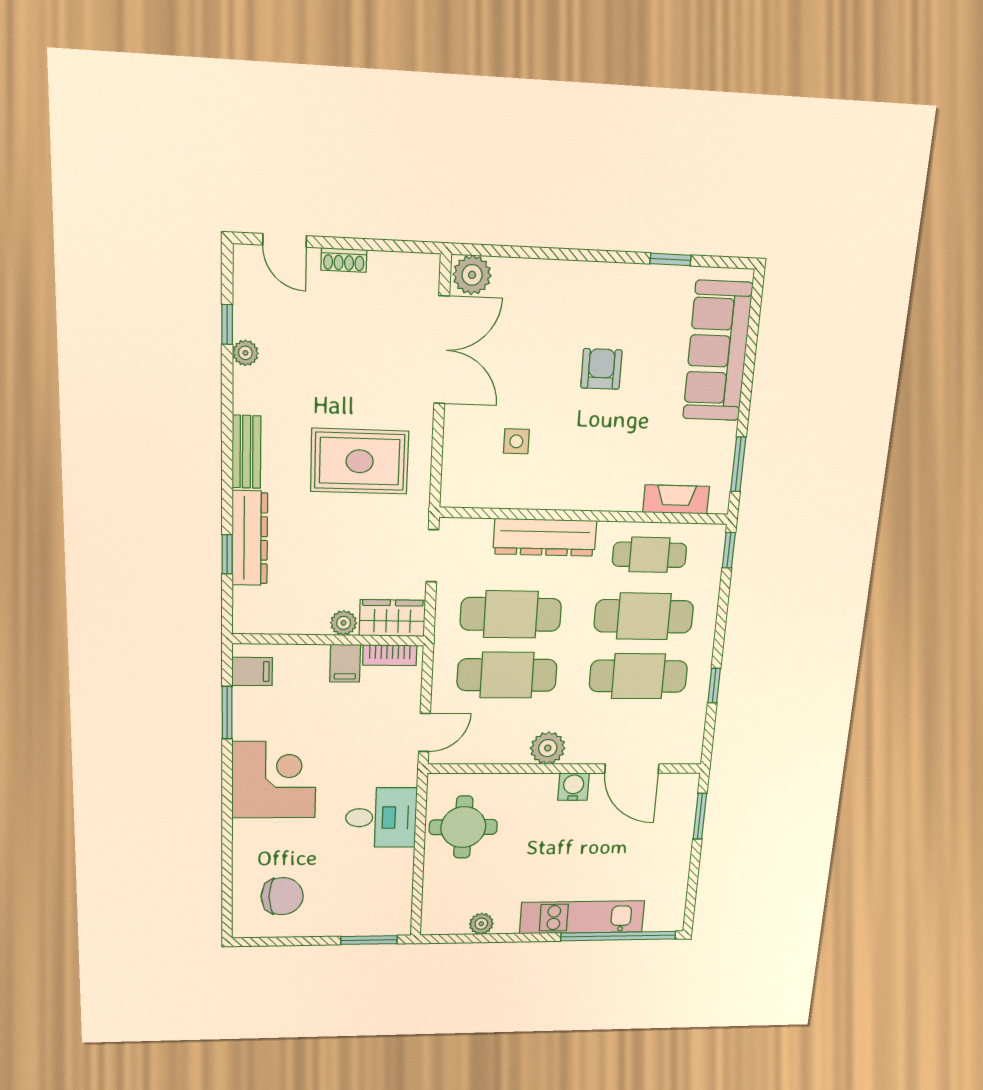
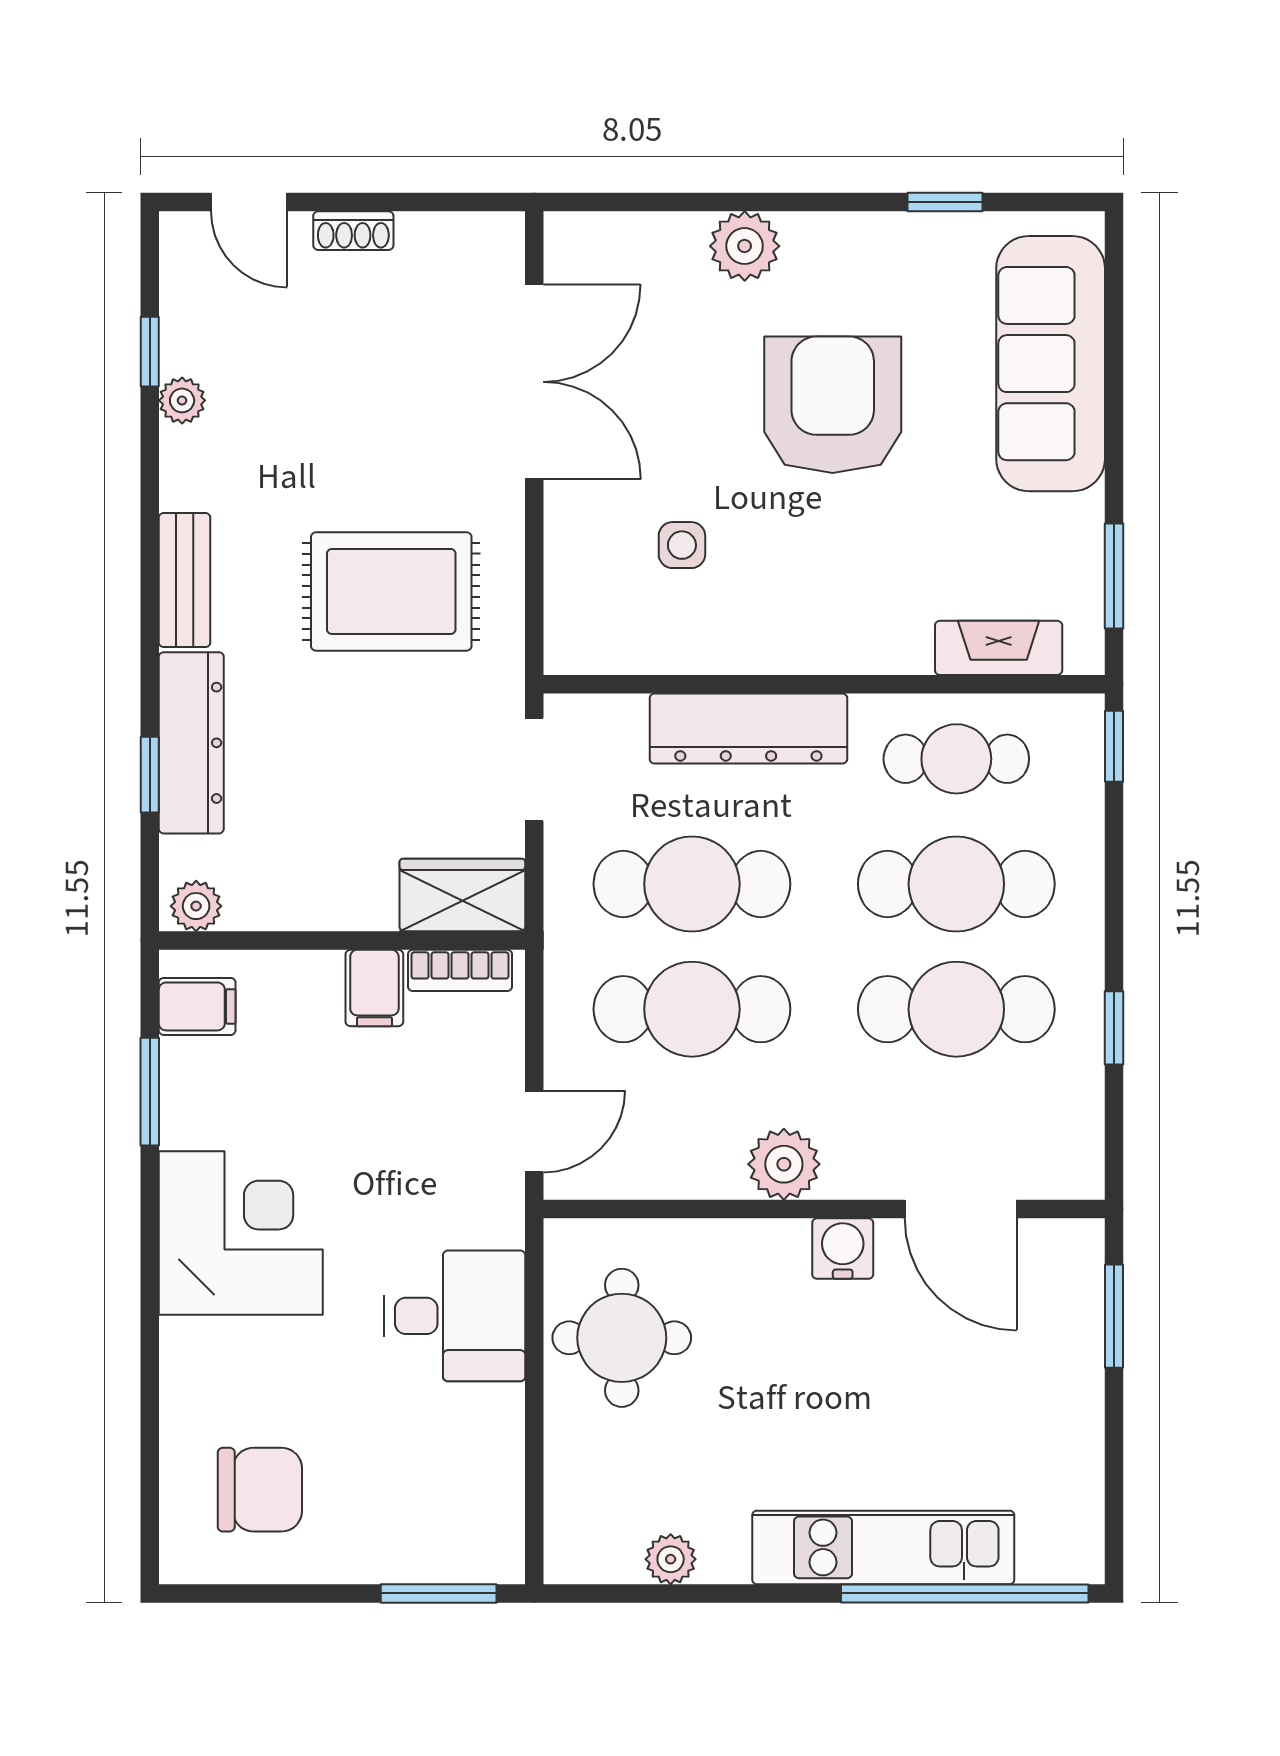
plant: (472, 275) -> (745, 246), moved
armchair: (601, 369) -> (833, 405), width x1.88, depth x1.88
plant: (344, 623) -> (196, 906), moved

